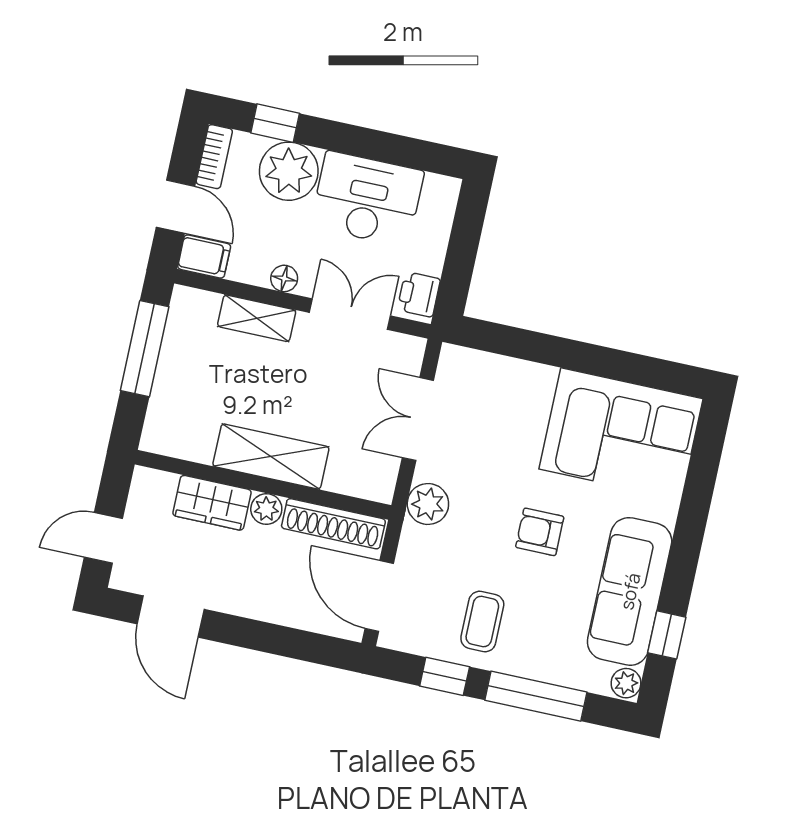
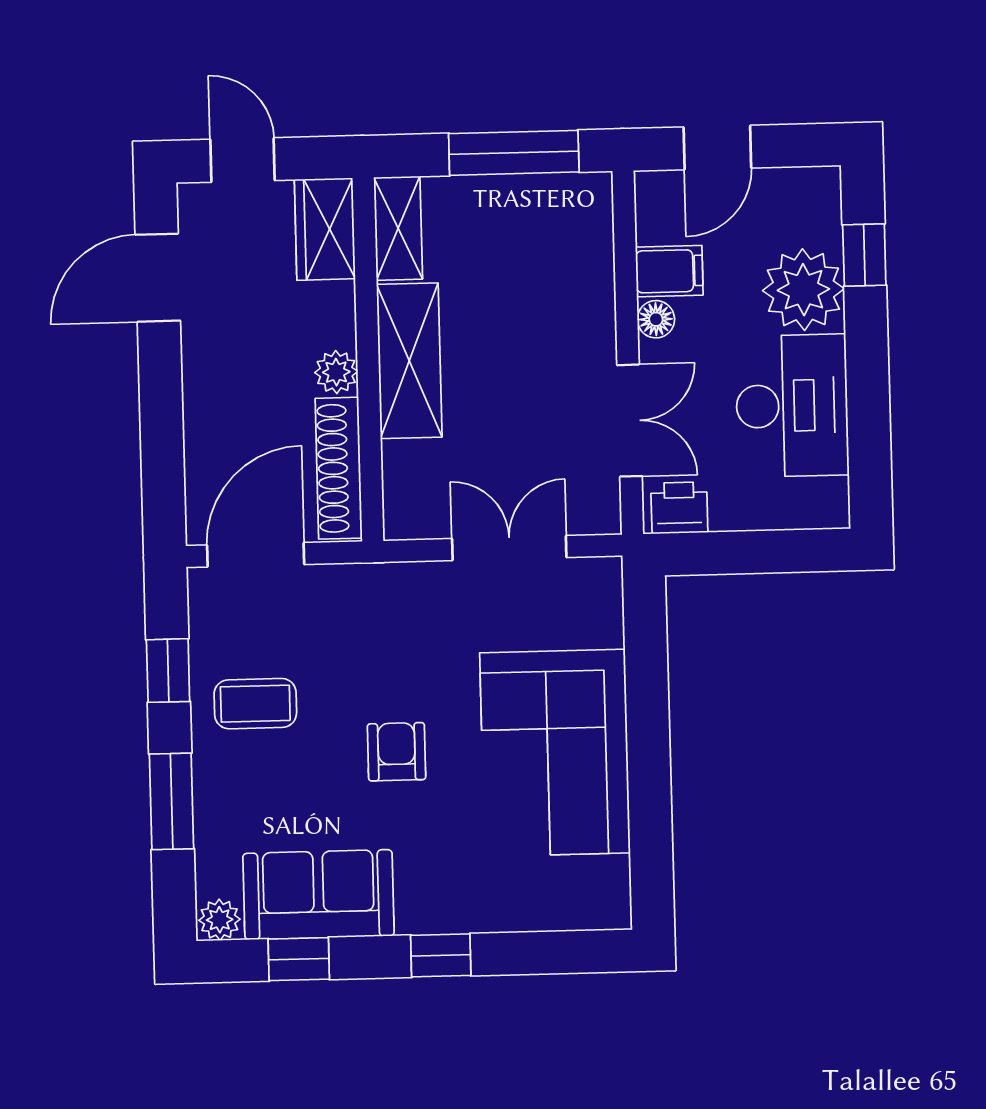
bookcase: (214, 157) -> (798, 183), removed
filing cabinet: (204, 256) -> (669, 271), moved, turned -90
shelving: (257, 318) -> (398, 228), moved
corner sofa: (621, 434) -> (555, 753), moved
wardrobe: (212, 503) -> (325, 229), moved
plant: (428, 504) -> (397, 590), removed
window: (688, 536) -> (441, 955), added
sofa: (630, 591) -> (318, 895), width x0.73
window: (536, 696) -> (172, 801), width x0.69

